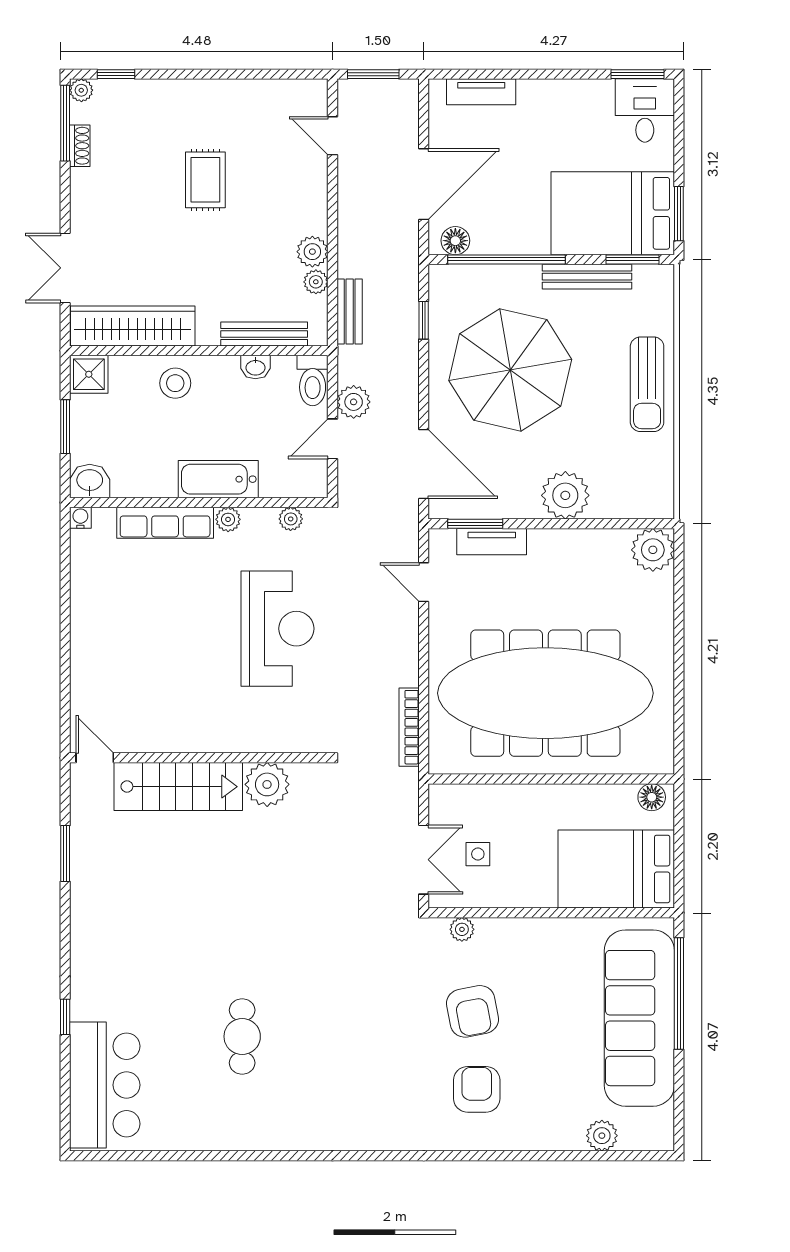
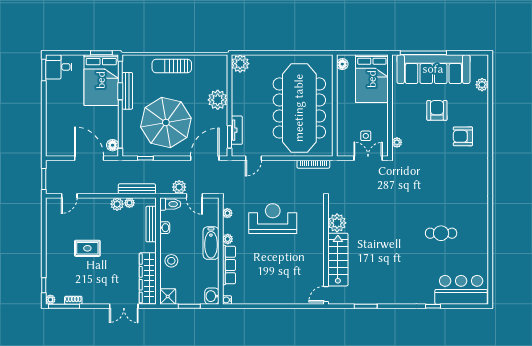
tv unit: (481, 92) -> (51, 134), removed
bench: (350, 312) -> (137, 189), width x1.36
sun lounger: (647, 384) -> (172, 66), turned 180
armchair: (472, 1011) -> (437, 110), moved, turned -79

